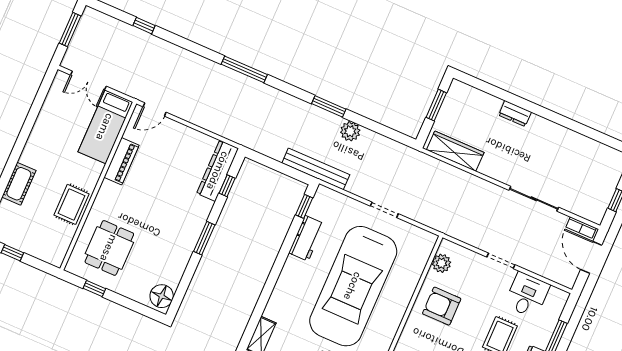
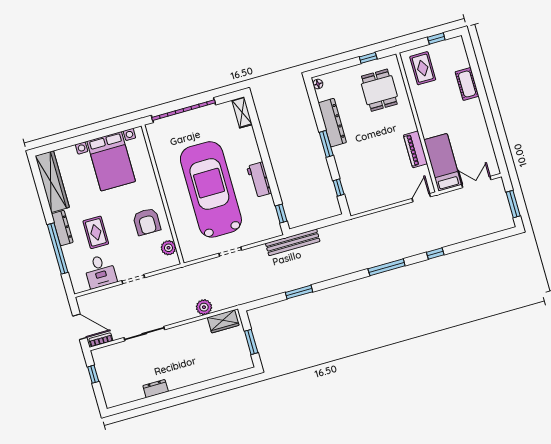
window: (144, 26) -> (435, 253), moved
window: (329, 106) -> (299, 292), moved
dresser: (515, 114) -> (156, 389), moved
plant: (350, 131) -> (204, 307), moved
wardrobe: (455, 151) -> (223, 321), width x0.67
dresser: (218, 171) -> (332, 123), moved
rug: (72, 204) -> (423, 68), moved
workbench: (307, 238) -> (259, 180), moved
floor lamp: (162, 296) -> (318, 84), width x0.53, depth x0.53
armchair: (442, 306) -> (147, 222), turned 90

